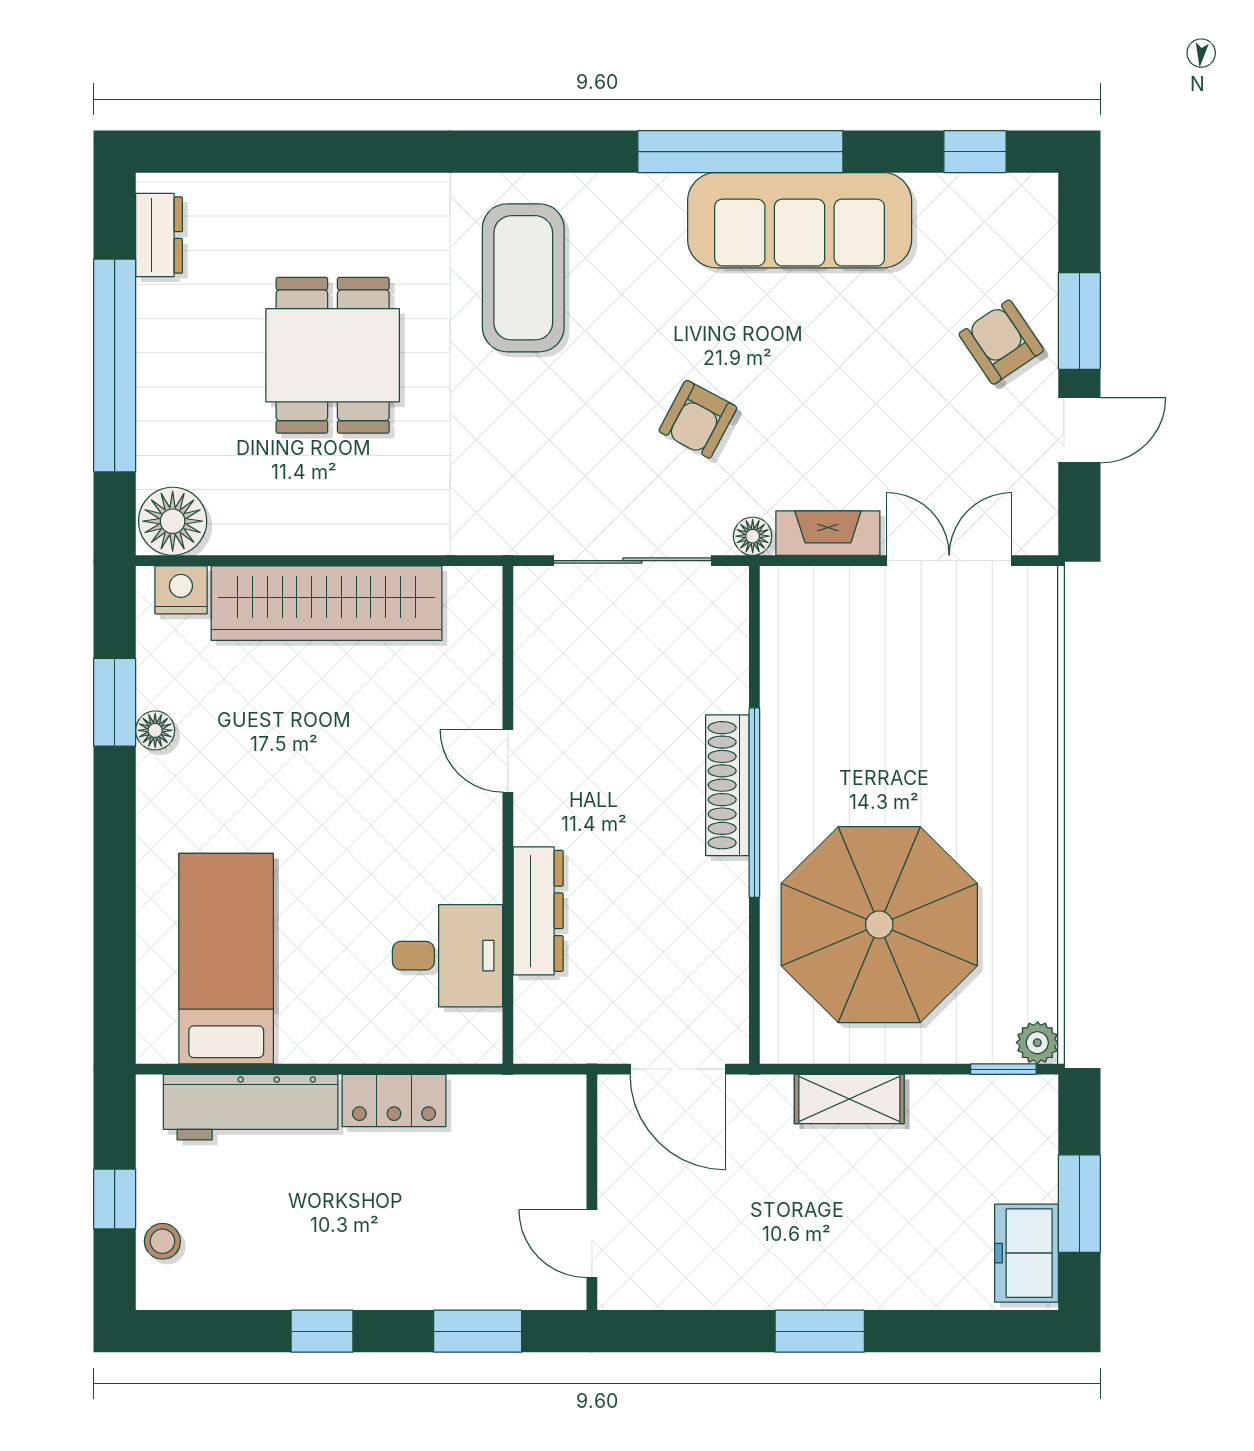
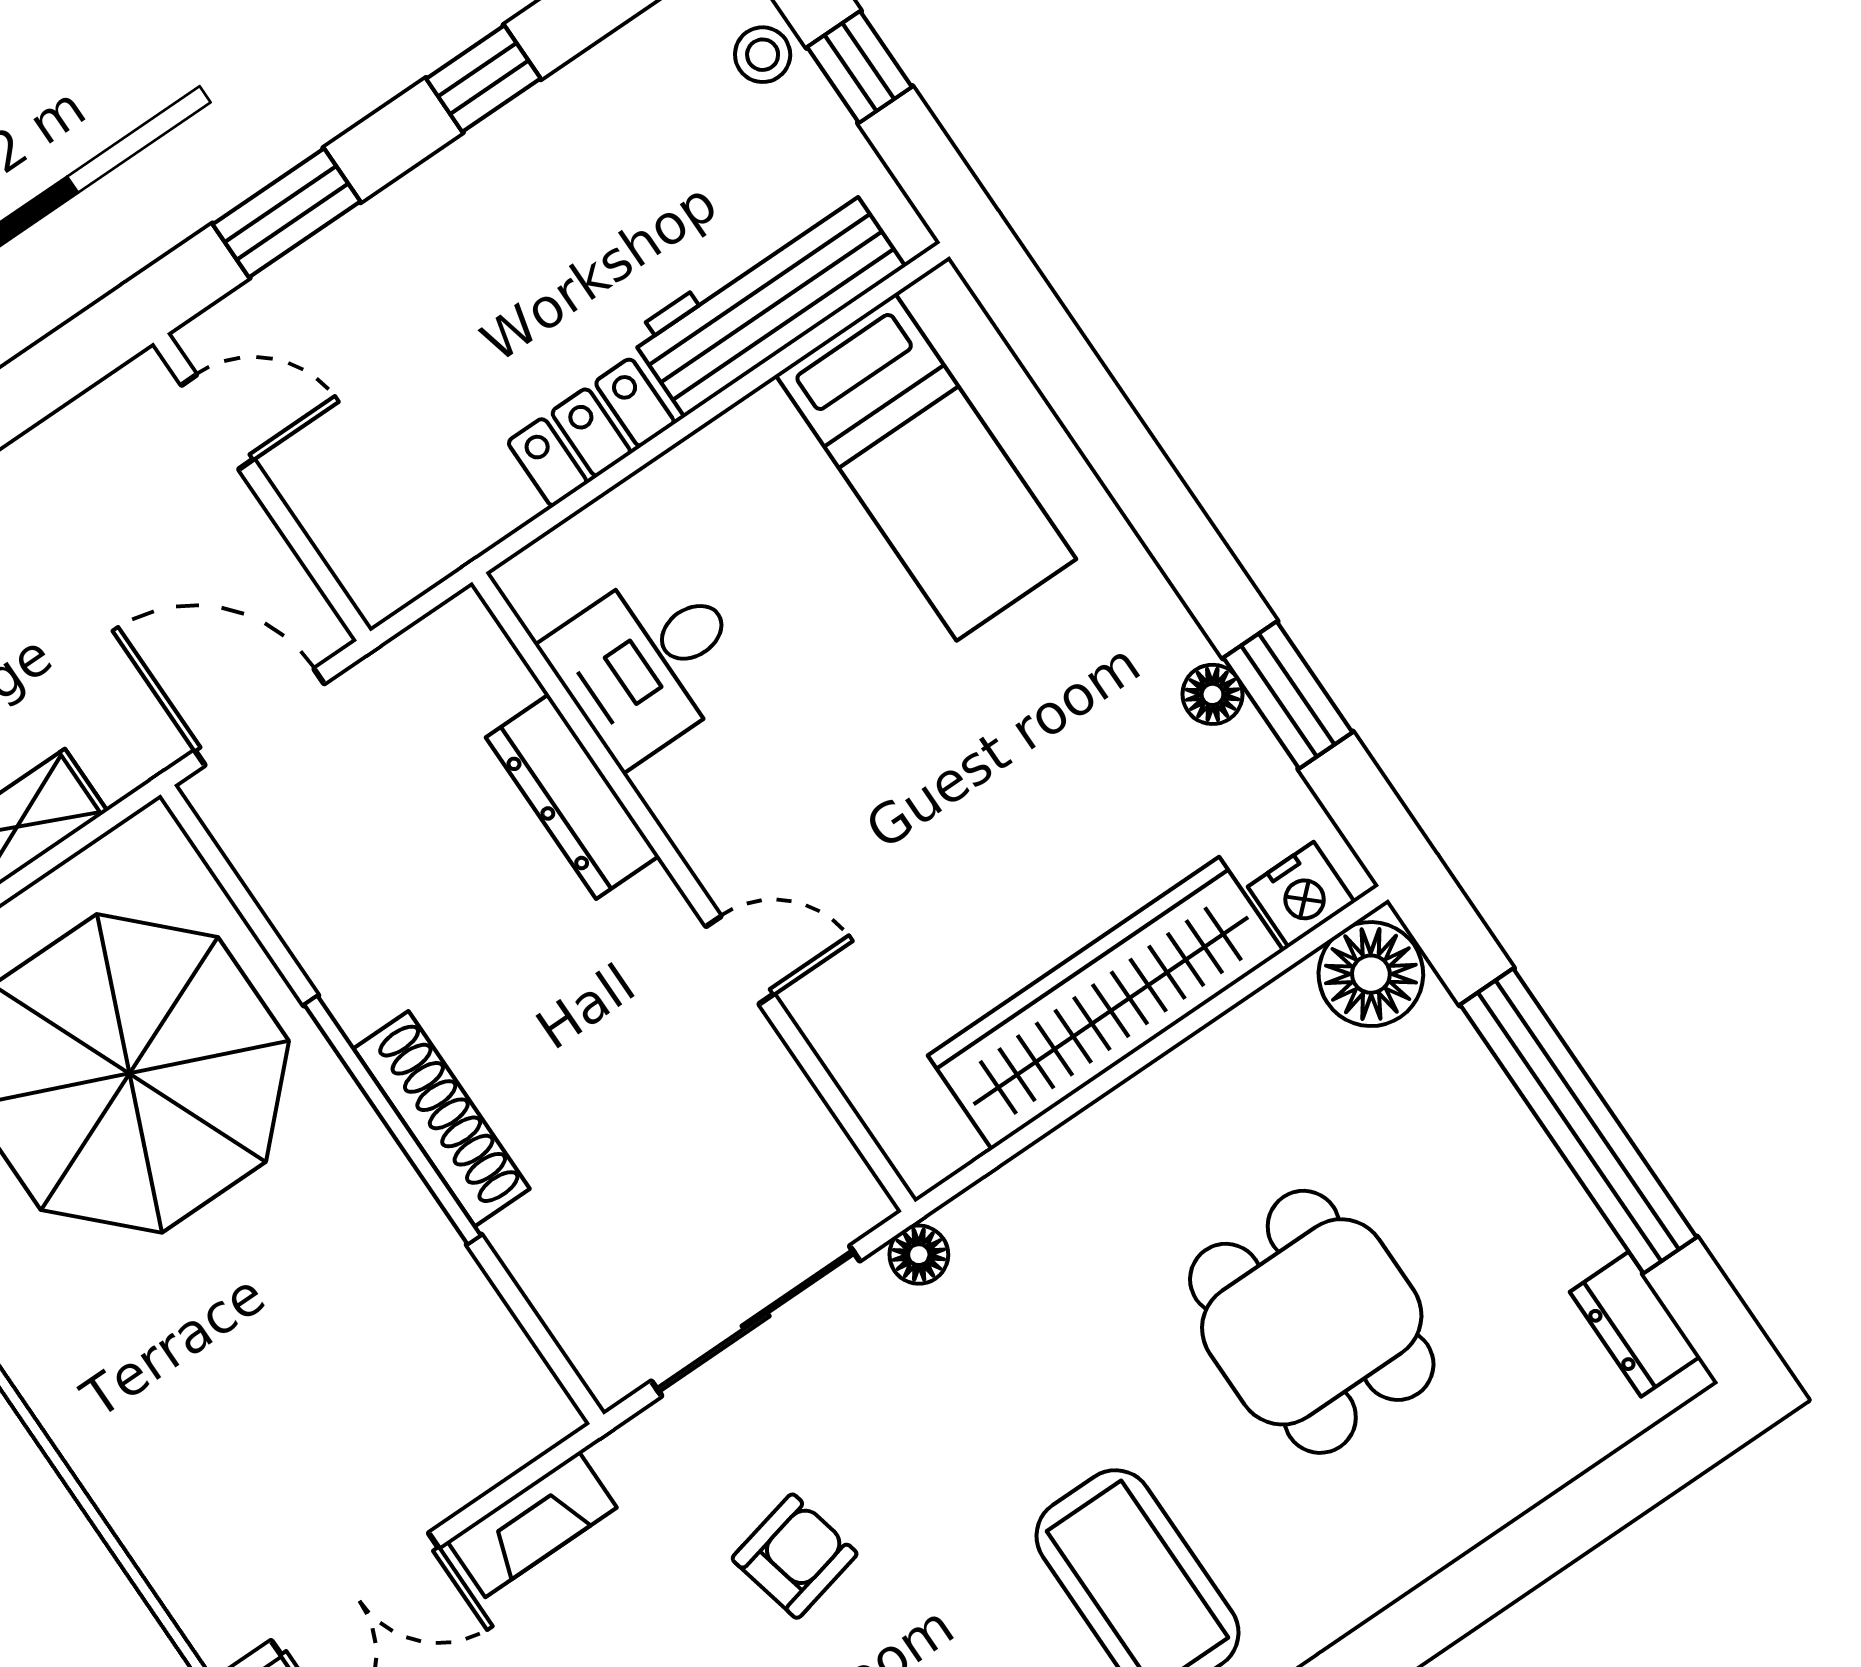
armchair: (698, 419) -> (795, 1556), turned 49
floor lamp: (753, 536) -> (919, 1255), moved

